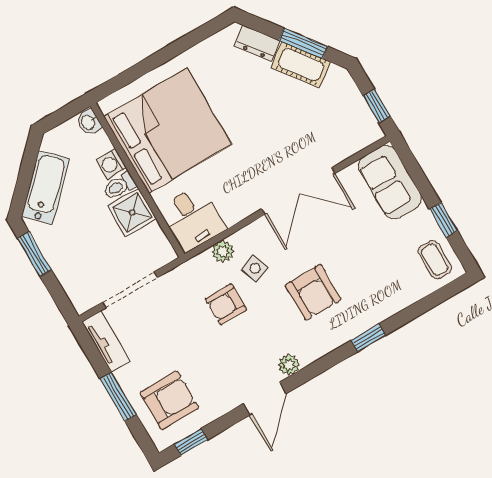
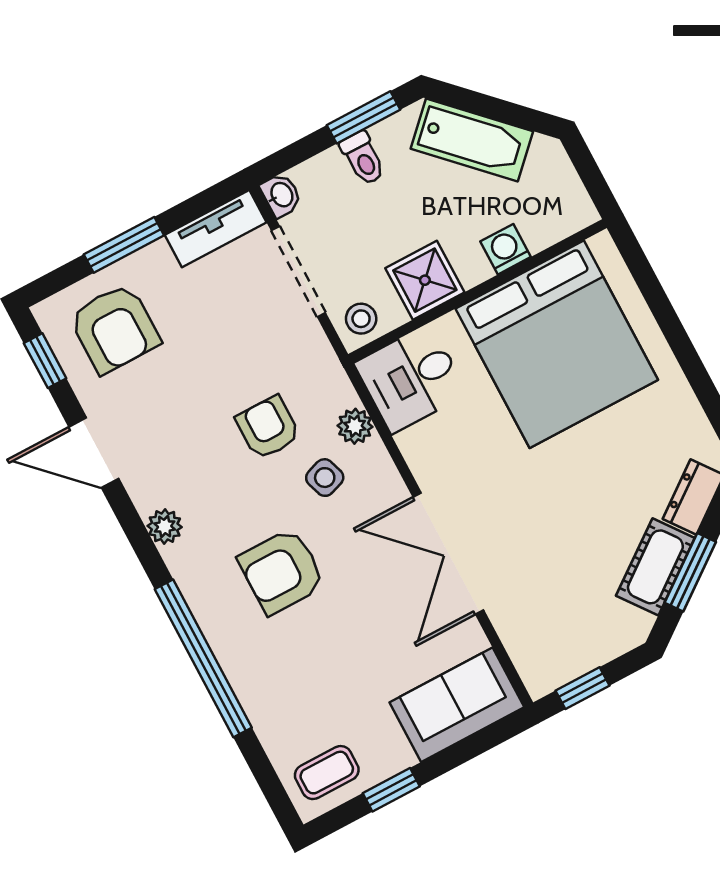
washbasin: (89, 122) -> (281, 195), moved, turned 90
toilet: (119, 186) -> (363, 158), moved, turned 180
stool: (157, 250) -> (361, 319), added
window: (368, 338) -> (203, 658), width x3.17
door: (265, 399) -> (94, 453), moved

